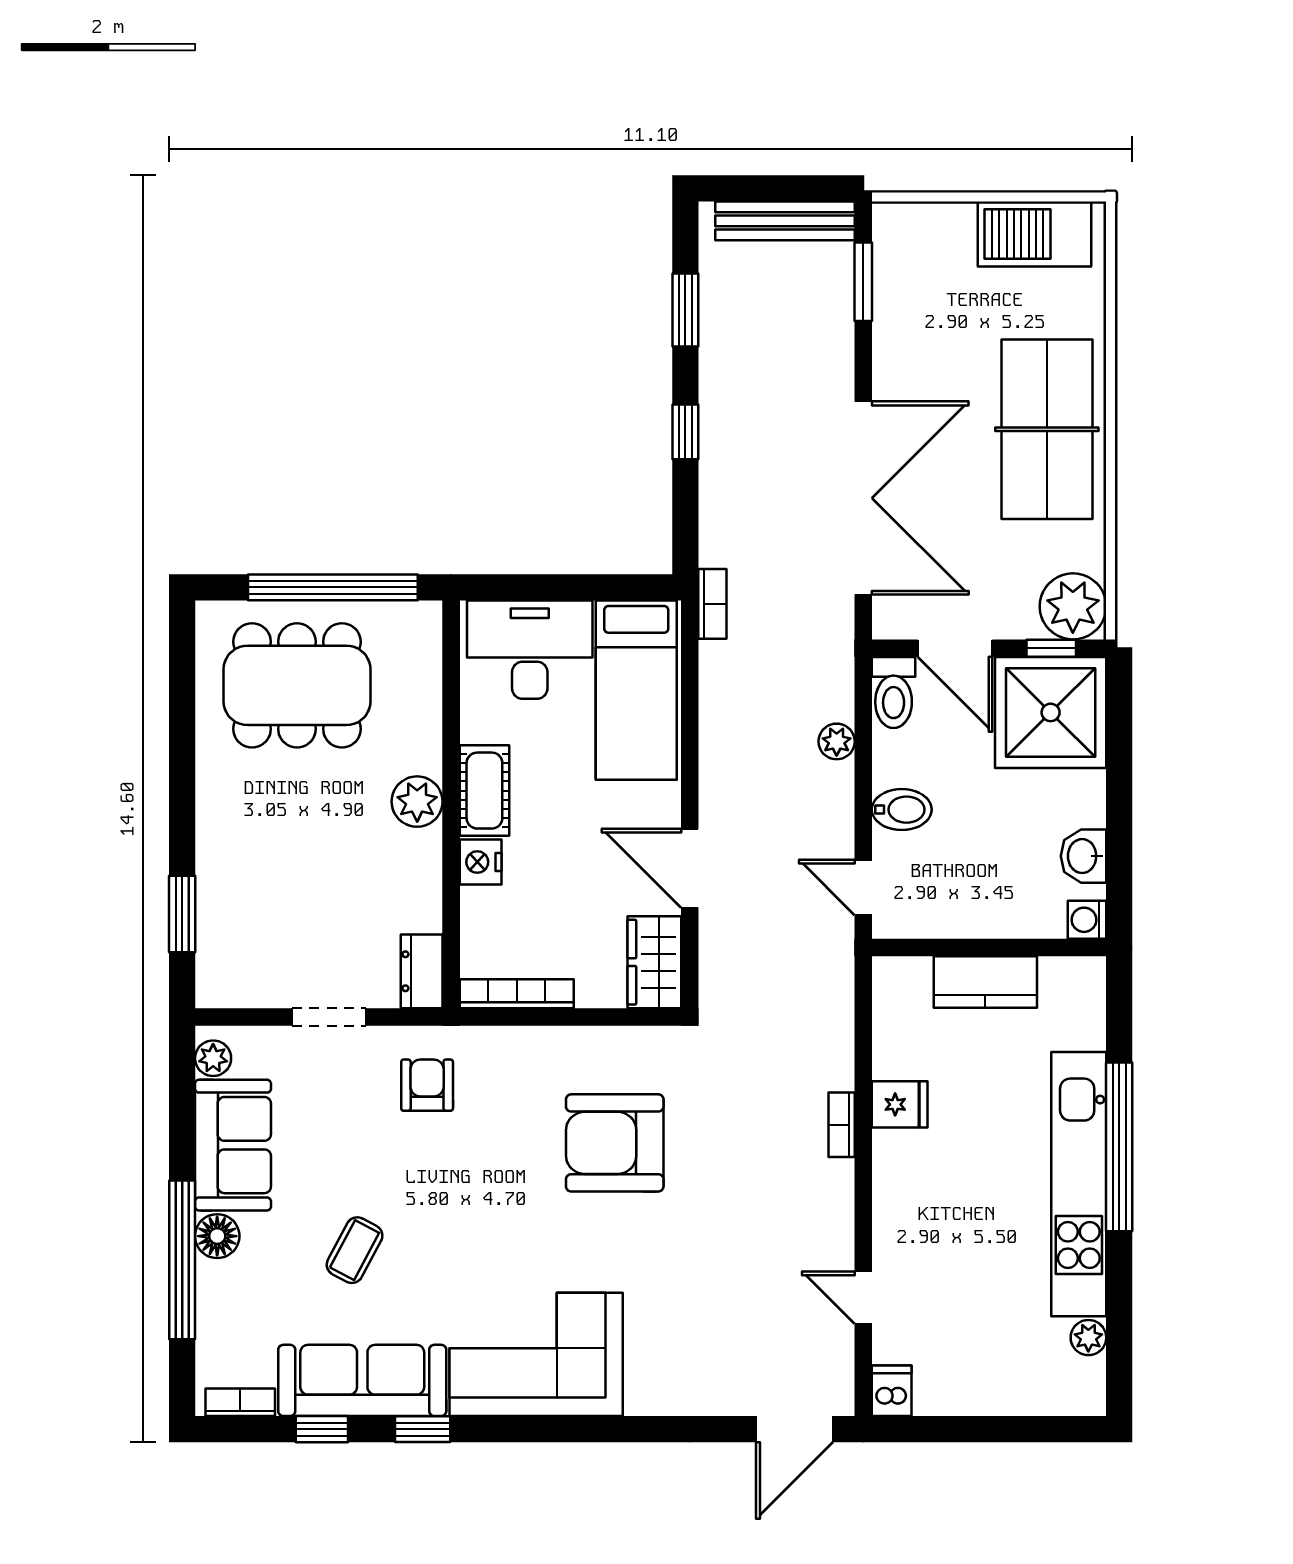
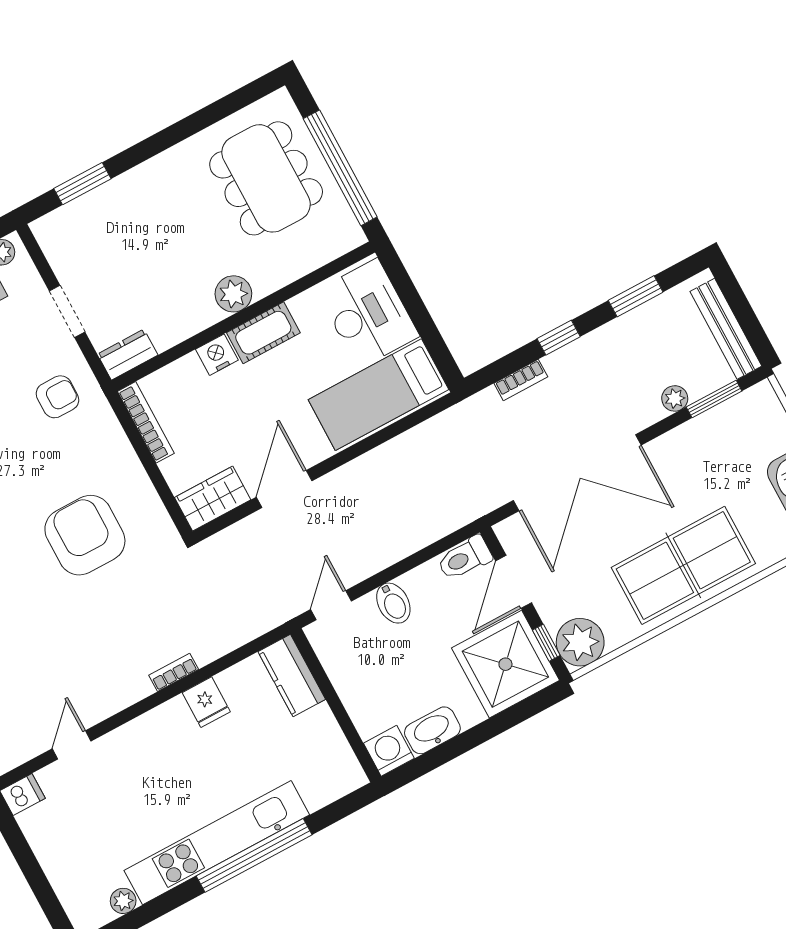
bookcase: (712, 604) -> (521, 380), moved
plant: (837, 741) -> (675, 398), moved
washbasin: (1083, 856) -> (432, 730), width x1.38
washing machine: (1087, 920) -> (389, 751), width x1.38, depth x1.38
kitchen counter: (985, 982) -> (292, 676), moved

